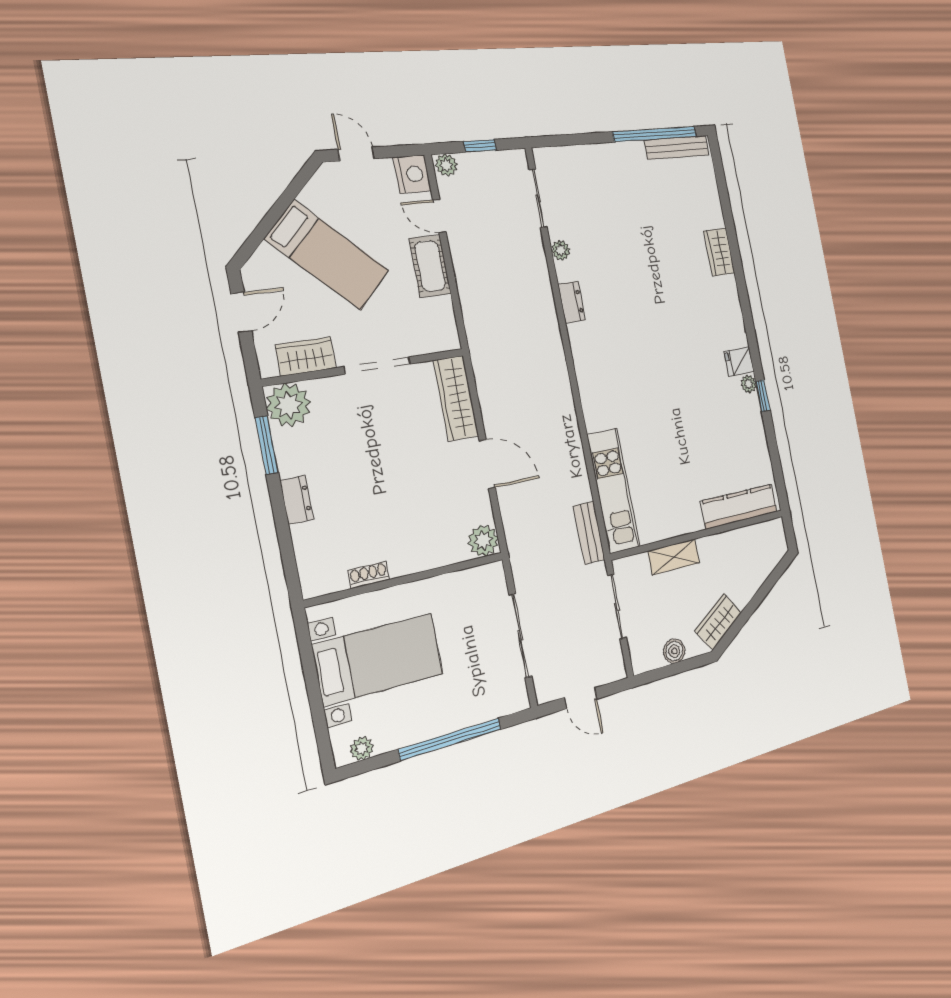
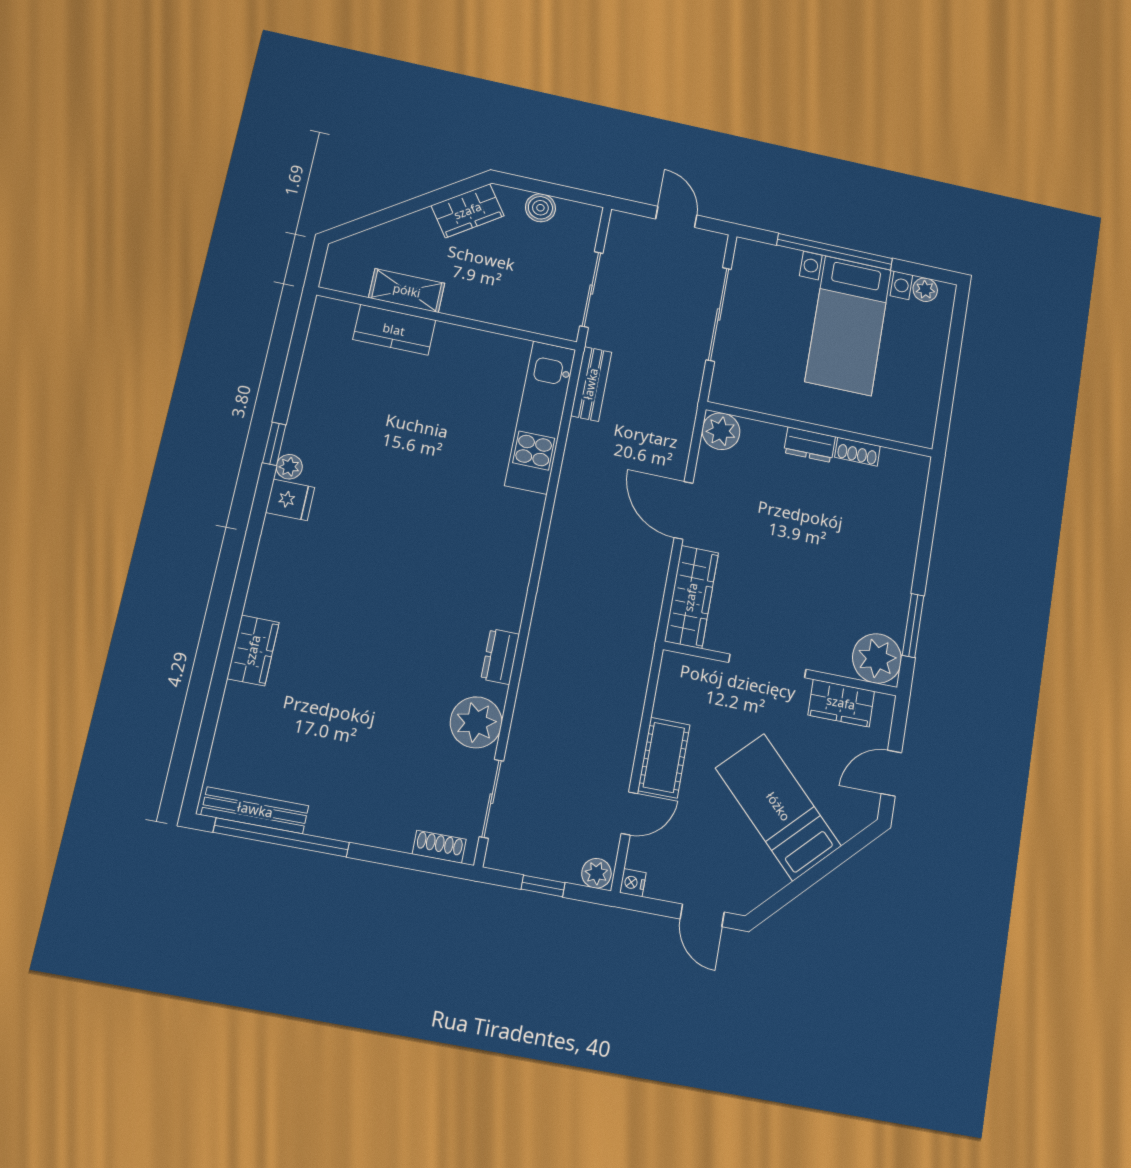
shoe rack: (558, 155) -> (439, 847), added
nightstand: (412, 174) -> (633, 883), width x0.53, depth x0.56
door: (439, 216) -> (629, 813), hinge flipped
plant: (561, 250) -> (476, 722), width x1.87, depth x1.87
dresser: (297, 500) -> (810, 445), moved, turned -90
kitchen counter: (739, 507) -> (394, 330), width x0.67
shelving: (674, 557) -> (407, 291), moved
bed with nightstands: (378, 659) -> (848, 326), moved, turned -90

